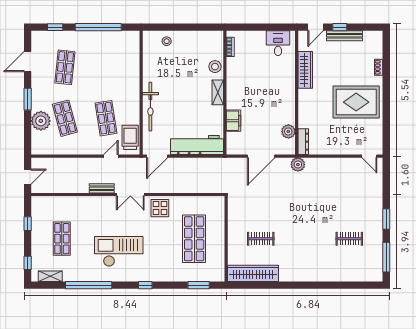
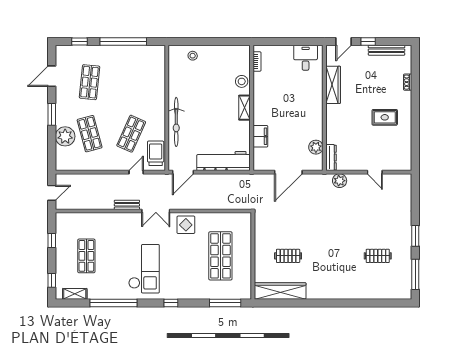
bench: (345, 36) -> (387, 50), moved
rug: (356, 102) -> (385, 117), width x0.54, depth x0.49
shop shelf: (106, 118) -> (131, 134), turned 33
door: (369, 156) -> (375, 172), moved
plant: (298, 165) -> (340, 181), moved
checkout: (119, 251) -> (144, 269), turned 90
window: (199, 285) -> (225, 303), width x1.44

